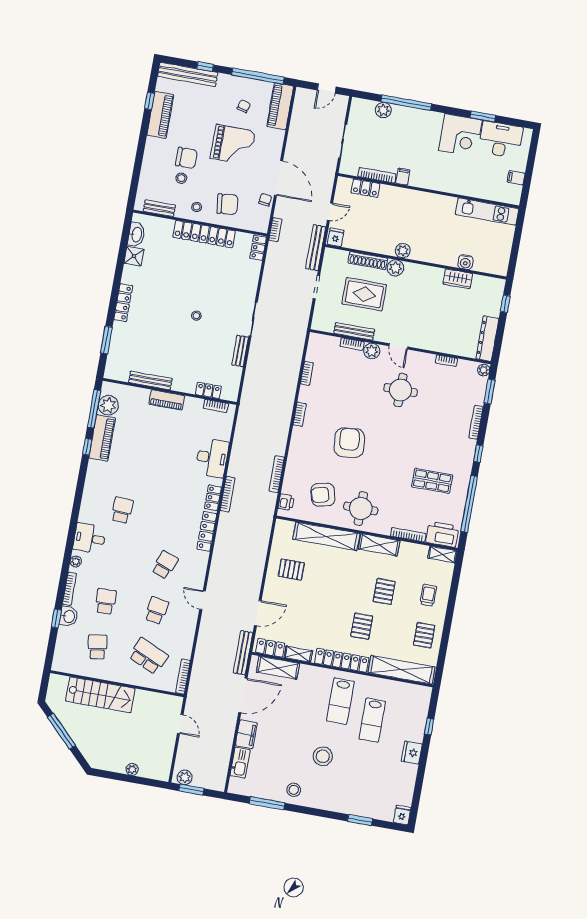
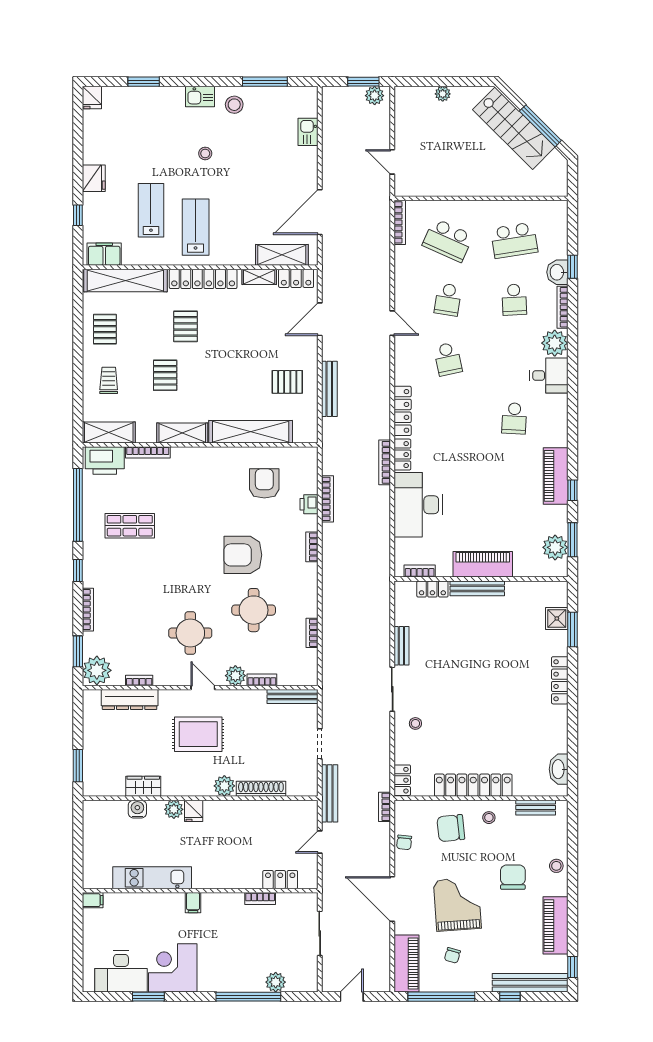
window: (149, 101) -> (572, 967), moved
grand piano: (233, 145) -> (457, 904), turned 86
chair: (186, 158) -> (513, 877), turned 90
bookcase: (377, 175) -> (260, 899), width x0.64
filing cabinet: (403, 177) -> (193, 903), moved
stool: (181, 178) -> (556, 866), moved
door: (279, 178) -> (392, 899), moved
filing cabinet: (516, 178) -> (93, 900), moved
kitchen unit: (487, 212) -> (152, 878), moved
fridge: (336, 237) -> (194, 811), moved
plant: (403, 251) -> (174, 809), moved
shower: (134, 256) -> (557, 618), moved
rug: (364, 294) -> (198, 734), moved
window: (505, 304) -> (78, 766), width x1.50
stool: (196, 316) -> (415, 723), moved
bench: (354, 331) -> (292, 697), moved
dresser: (487, 339) -> (130, 700), moved, turned 90
plant: (484, 370) -> (97, 670), width x1.88, depth x1.88
bench: (150, 380) -> (477, 588), moved
piano: (167, 400) -> (483, 564), width x1.37, depth x1.33
window: (94, 409) -> (572, 540), width x0.69
bookcase: (300, 414) -> (312, 547), moved
piano: (102, 438) -> (556, 476), moved
armchair: (349, 443) -> (243, 555), turned 96
desk: (212, 458) -> (418, 505), width x1.36, depth x1.30
armchair: (323, 495) -> (264, 483), turned -76
printer: (286, 502) -> (309, 504), moved
round table: (361, 508) -> (254, 610), moved
shelving: (443, 555) -> (109, 432), width x1.50, depth x1.33
plant: (76, 561) -> (555, 343), width x1.87, depth x1.87
school desk: (165, 565) -> (448, 359), turned -33
trolley: (428, 595) -> (109, 380), turned 180
school desk: (97, 647) -> (514, 240), width x1.85
bench: (243, 653) -> (329, 389), moved
stairs: (100, 695) -> (514, 128), moved, turned -135
filing cabinet: (246, 734) -> (104, 254), moved, turned 90
stool: (323, 756) -> (205, 153), width x0.53, depth x0.53
kitchen sink: (240, 763) -> (308, 132), width x0.73
kitchen sink: (319, 801) -> (200, 97), added

